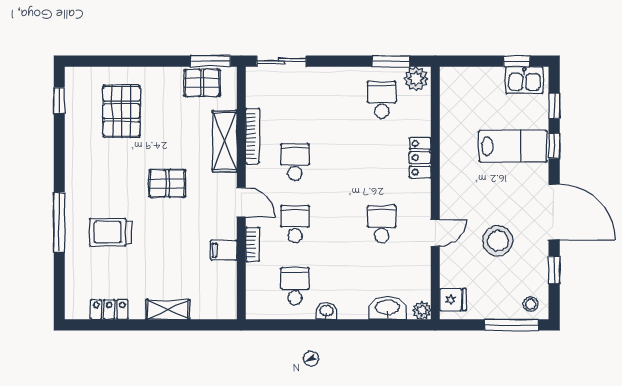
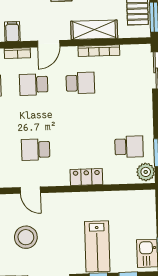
school desk: (295, 224) -> (34, 84), turned 180
school desk: (382, 224) -> (36, 150), turned 180

